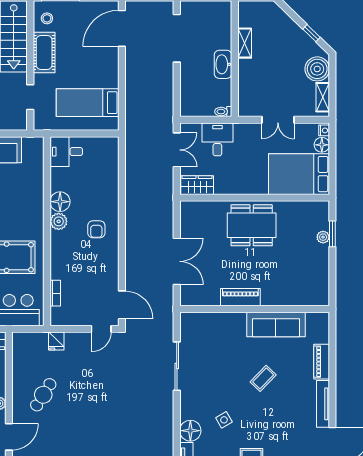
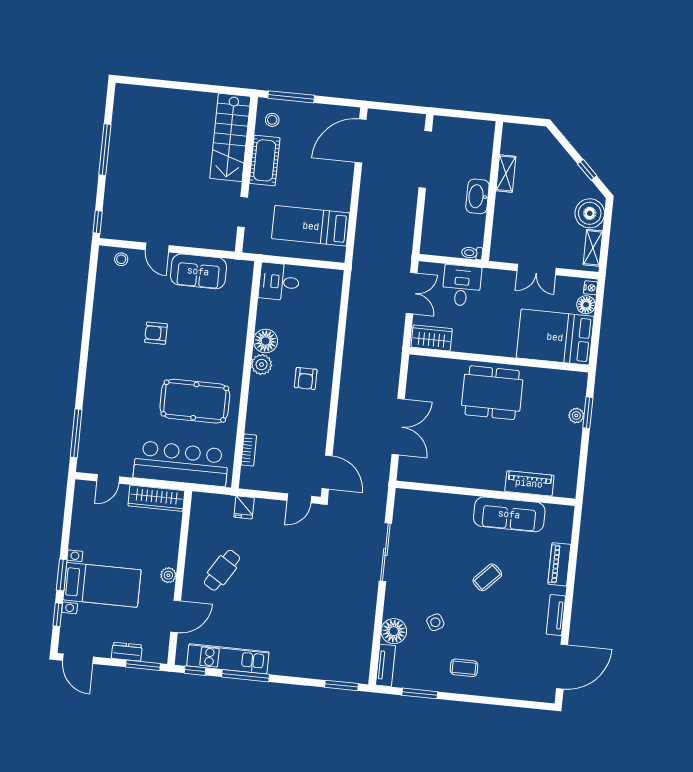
piano: (240, 297) -> (529, 483), moved
tv unit: (323, 404) -> (556, 615), width x0.71

